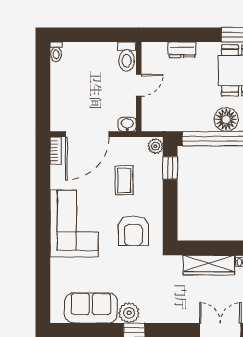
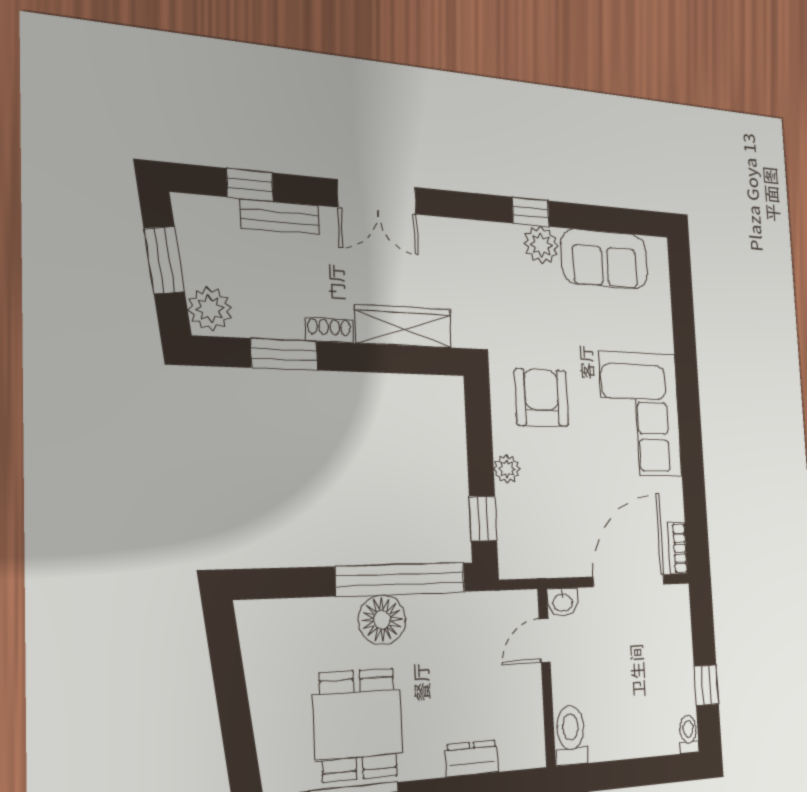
window: (43, 77) -> (706, 685), added
door: (139, 85) -> (545, 641), moved
plant: (155, 146) -> (507, 469), moved
coffee table: (124, 180) -> (562, 494), removed

